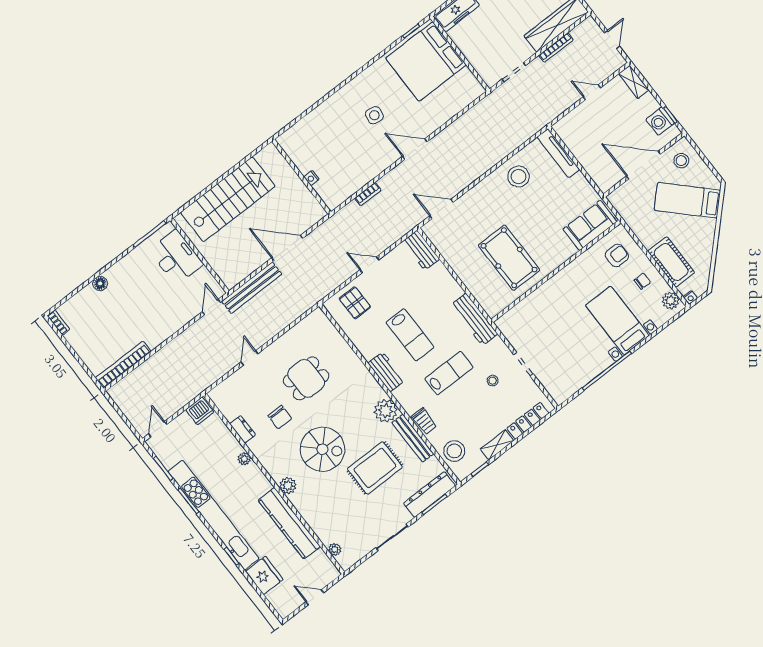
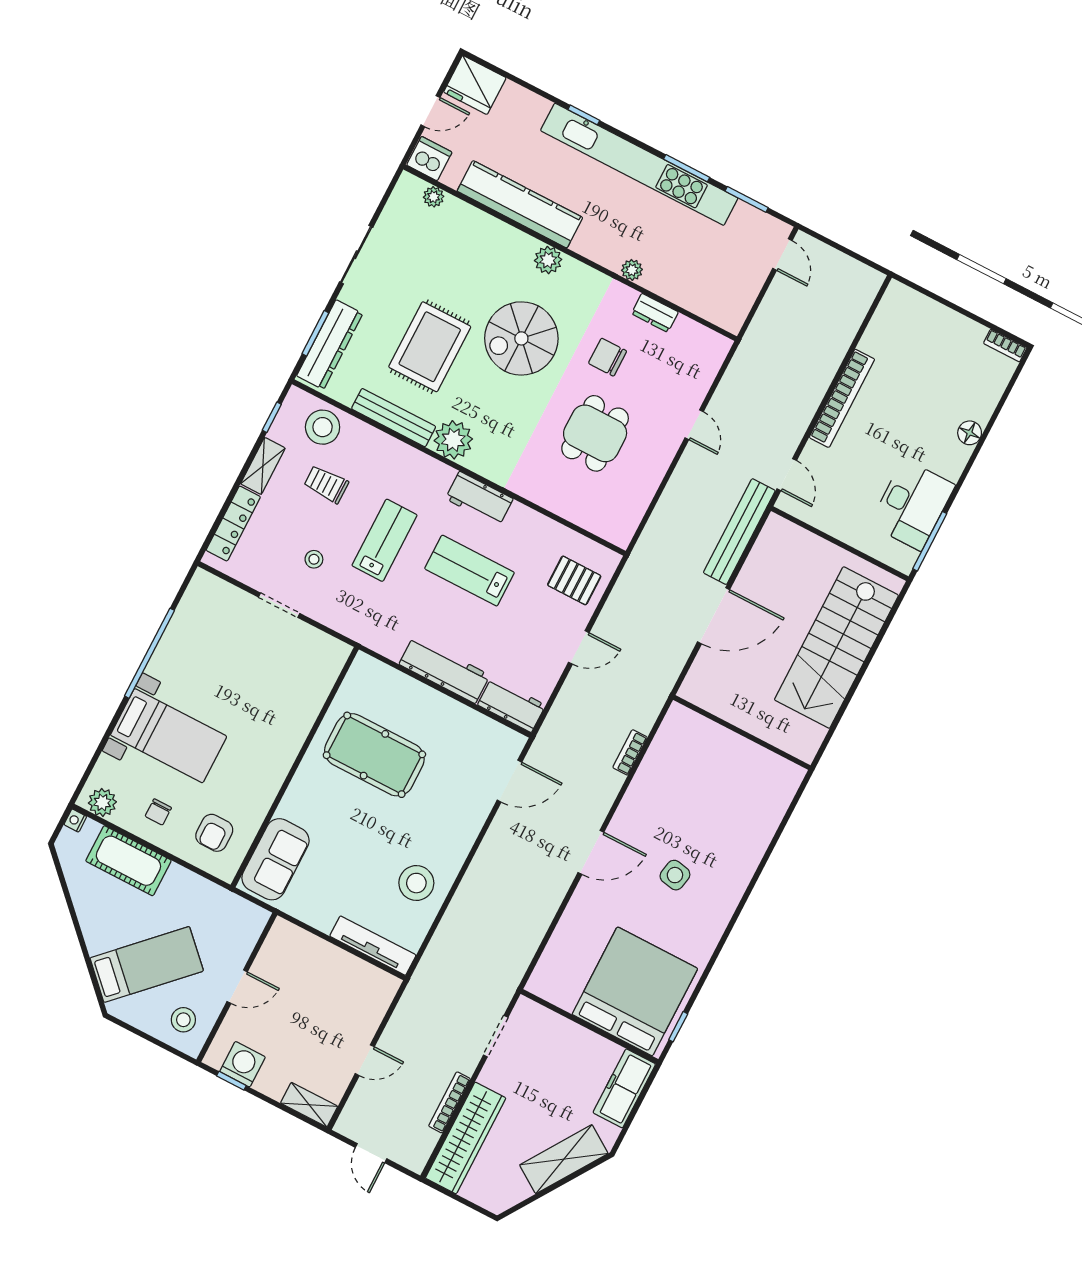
door: (643, 165) -> (237, 987), width x0.53
nightstand: (312, 178) -> (726, 737), removed
desk: (176, 257) -> (912, 505), moved, turned -90
workbench: (474, 319) -> (444, 670), moved
bookcase: (123, 365) -> (842, 398), moved
lab bench: (449, 373) -> (385, 540), turned 180
dishwasher: (200, 411) -> (429, 159), moved, turned 90
trolley: (424, 421) -> (326, 484), moved
fridge: (264, 575) -> (475, 85), moved

